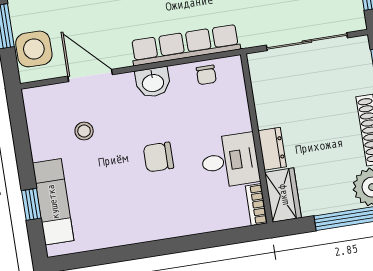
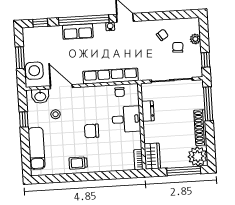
washbasin: (153, 82) -> (40, 96), moved
dresser: (272, 149) -> (148, 111), moved
desk: (230, 161) -> (126, 119), moved
window: (31, 204) -> (24, 119), moved
trolley: (138, 223) -> (78, 163), added

